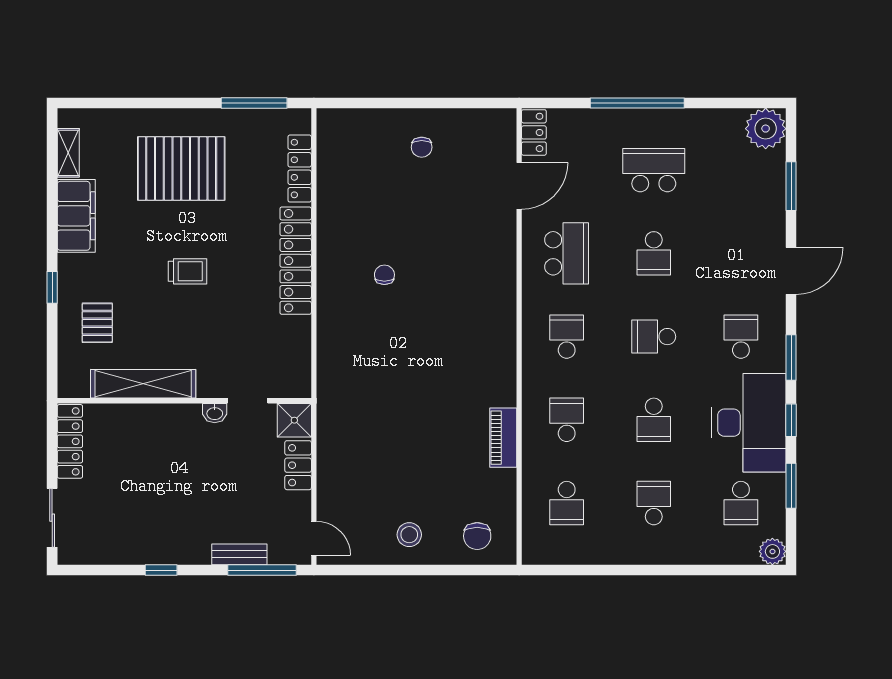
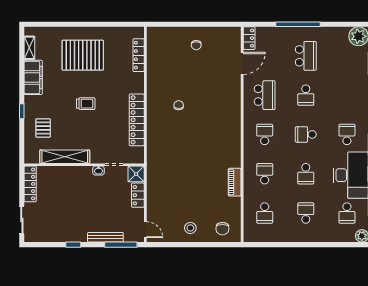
window: (254, 103) -> (117, 24), removed
school desk: (654, 170) -> (306, 56), turned 90
locker: (296, 261) -> (137, 120), moved
bench: (239, 554) -> (105, 237), width x1.36

